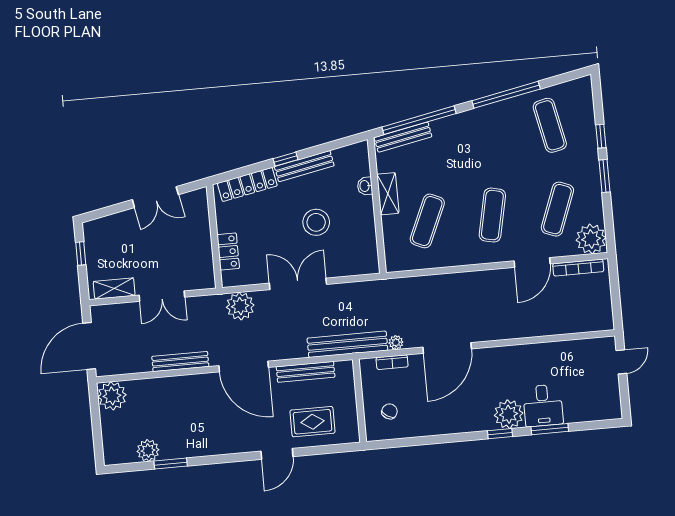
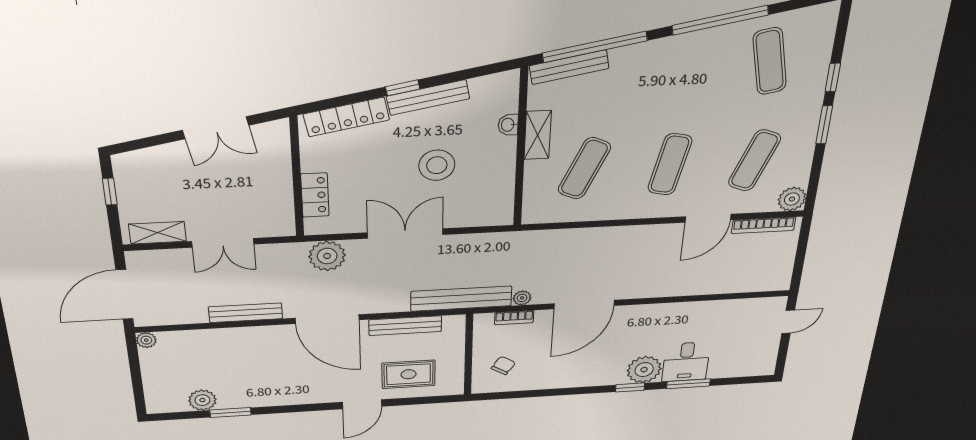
plant: (591, 239) -> (792, 199), width x0.73, depth x0.73
plant: (112, 396) -> (146, 340), width x0.53, depth x0.53

